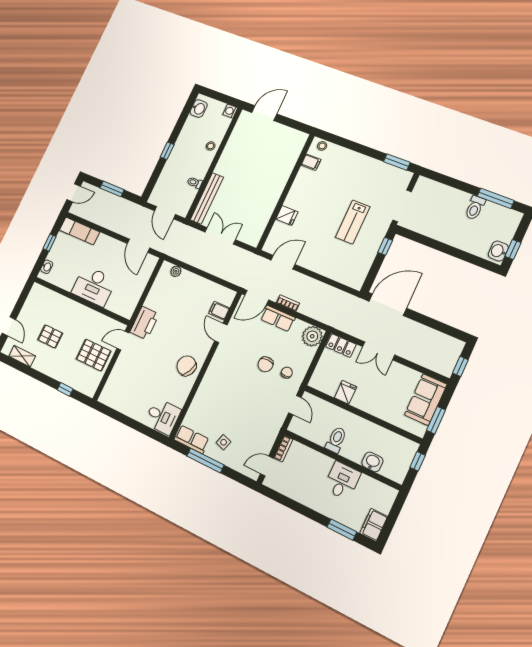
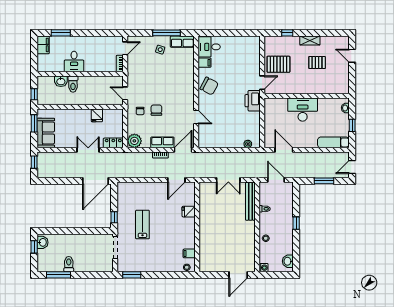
filing cabinet: (219, 311) -> (205, 63), moved
shelving: (22, 356) -> (310, 41), moved
toilet: (336, 440) -> (73, 84), moved

